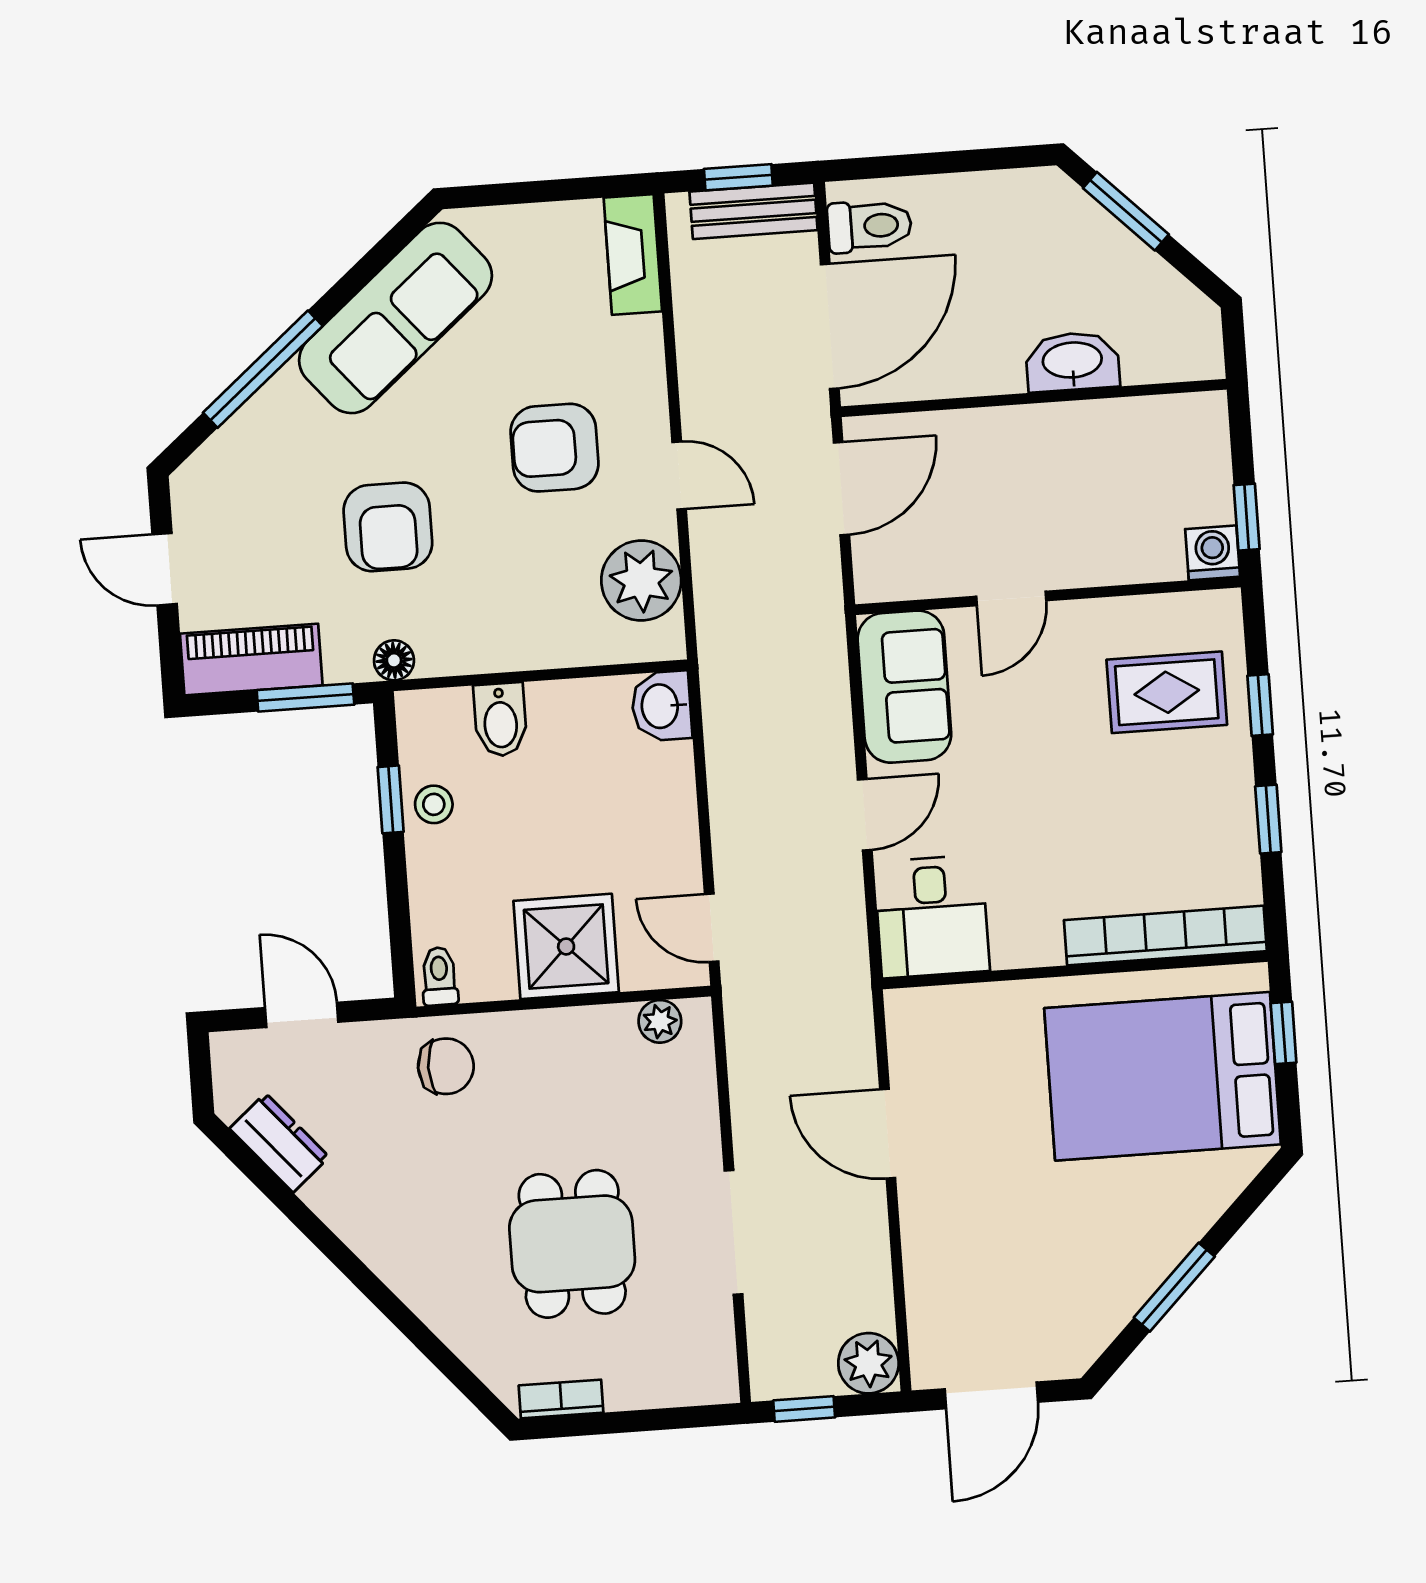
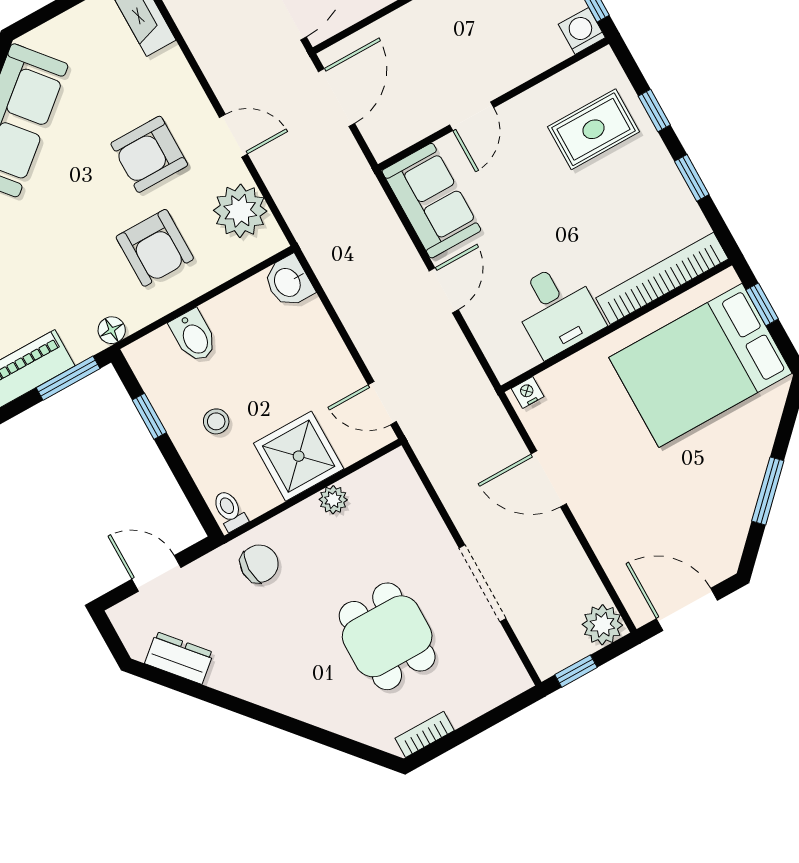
armchair: (388, 527) -> (155, 248), moved
stool: (434, 804) -> (216, 421), moved
desk: (932, 916) -> (557, 309), moved
nightstand: (914, 1004) -> (528, 392), added
plant: (660, 1021) -> (333, 500), moved
door: (991, 1395) -> (687, 609), swing flipped

